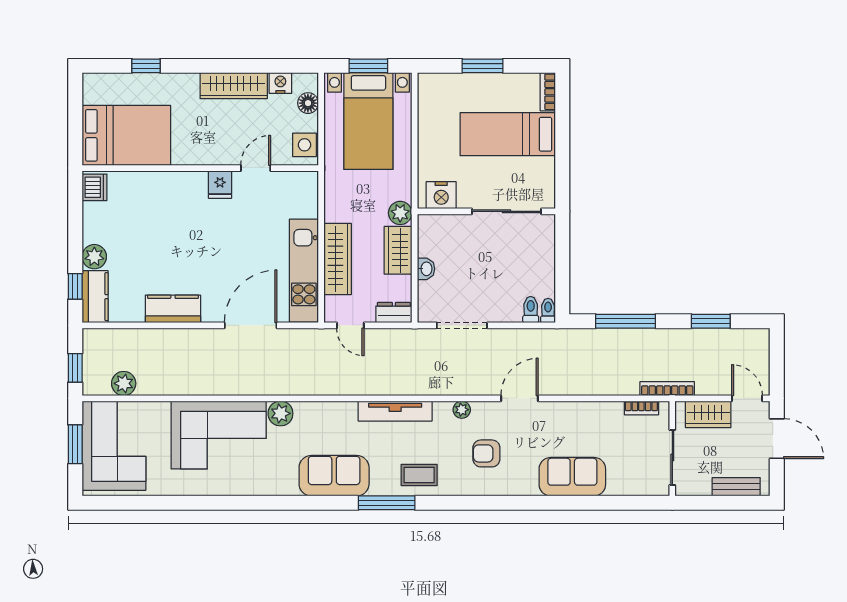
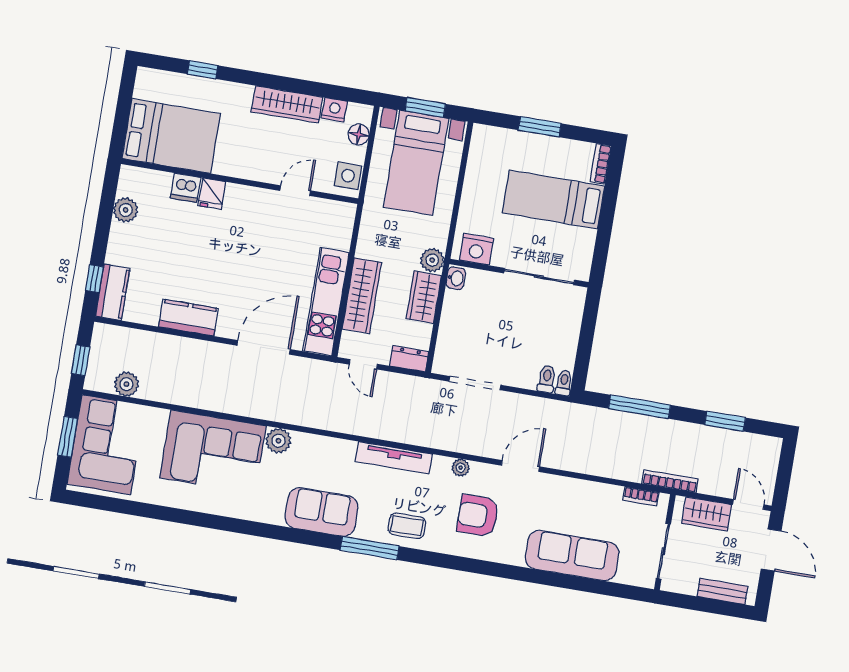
fridge: (220, 185) -> (212, 194), moved
dishwasher: (95, 187) -> (186, 188), moved, turned 90
plant: (94, 257) -> (126, 210), moved
washbasin: (426, 269) -> (456, 278), moved
armchair: (486, 453) -> (478, 516), width x1.38, depth x1.38
sofa: (572, 477) -> (572, 556), width x1.36

